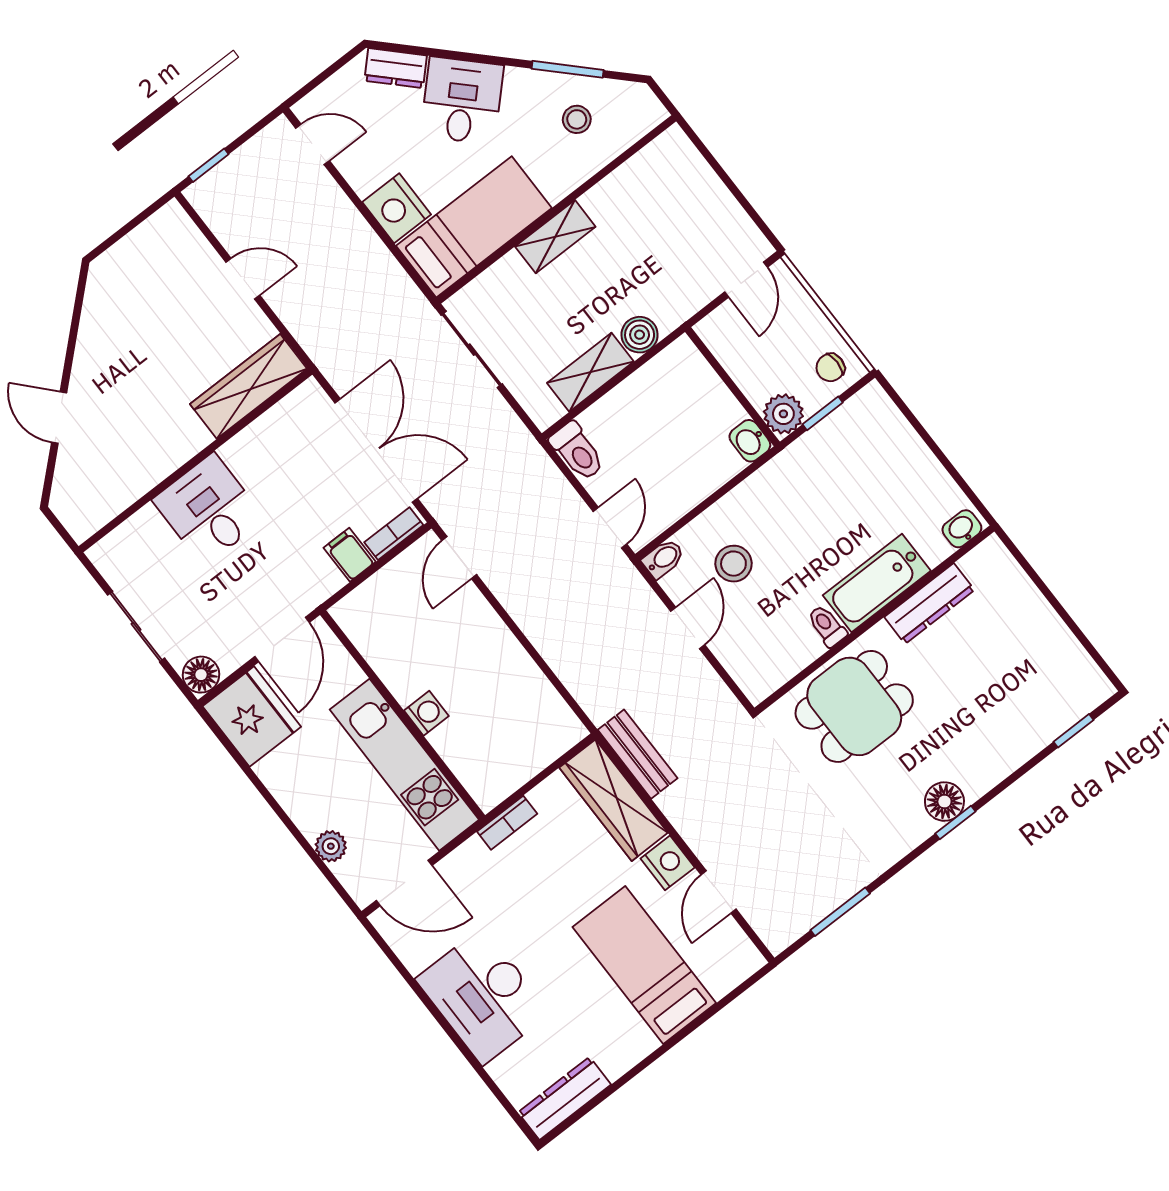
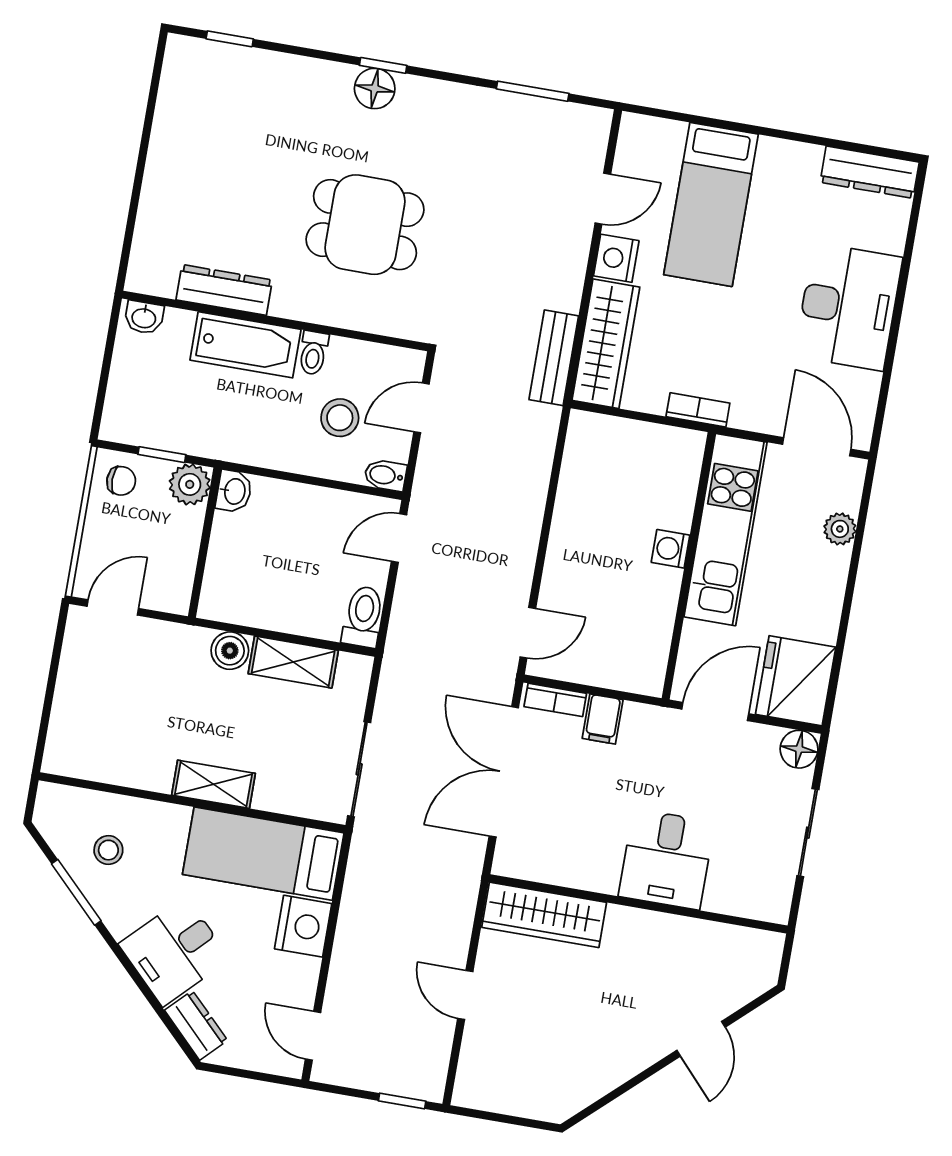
washbasin: (962, 529) -> (144, 317), moved
bathtub: (877, 583) -> (245, 345), moved
dresser: (929, 604) -> (224, 290), moved
wall: (874, 620) -> (275, 321), moved
toilet: (827, 626) -> (313, 353), moved

